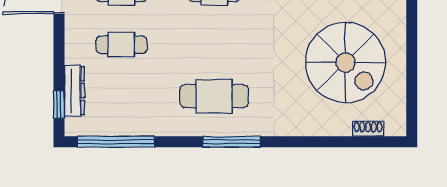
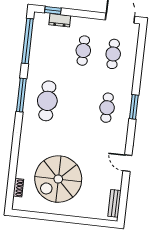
dresser: (74, 91) -> (60, 20), width x0.70
window: (232, 142) -> (21, 95), moved

